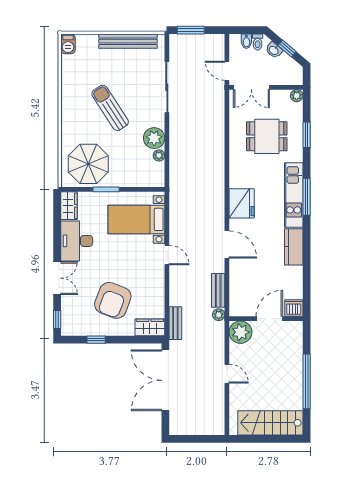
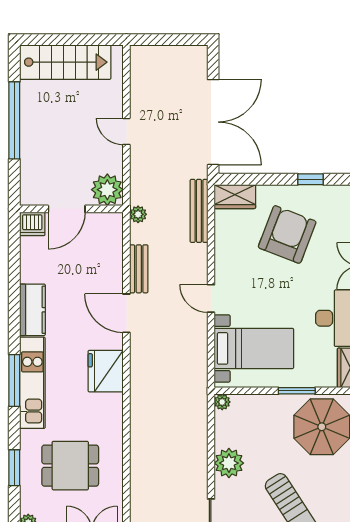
plant: (159, 155) -> (222, 402), moved
bench: (218, 290) -> (139, 269), moved
bench: (175, 323) -> (199, 211), width x1.36

